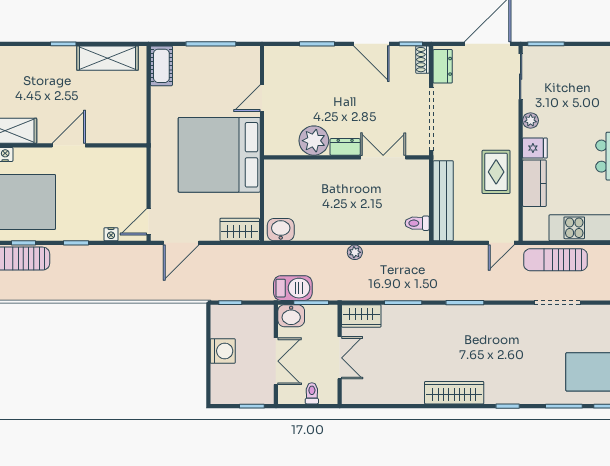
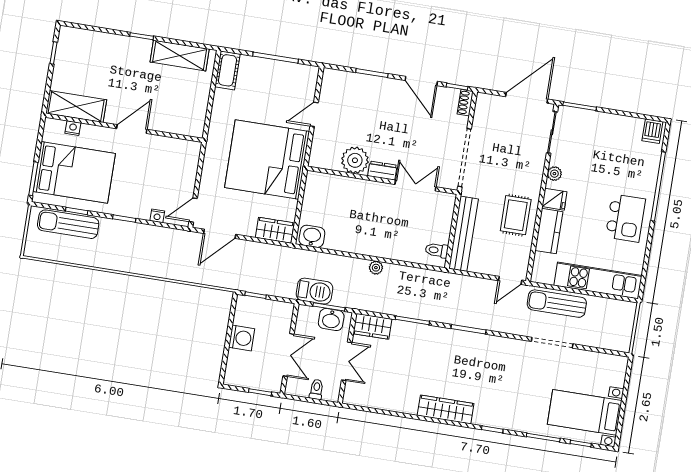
dresser: (443, 66) -> (483, 112), removed
washbasin: (291, 316) -> (331, 320), moved

